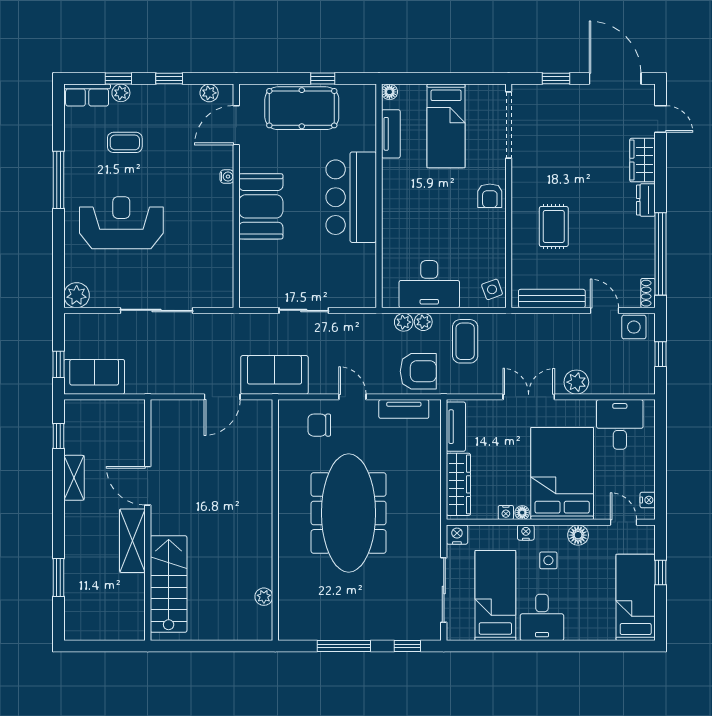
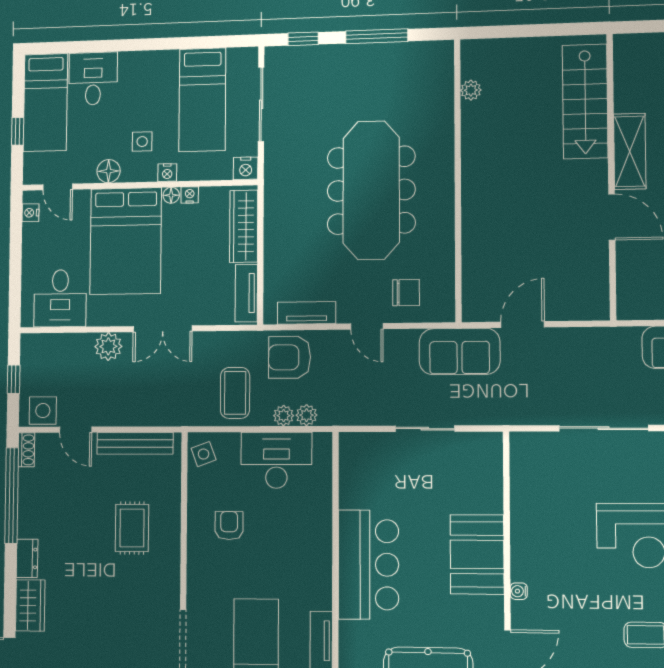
armchair: (490, 196) -> (229, 526), moved
desk: (542, 617) -> (93, 79), moved

